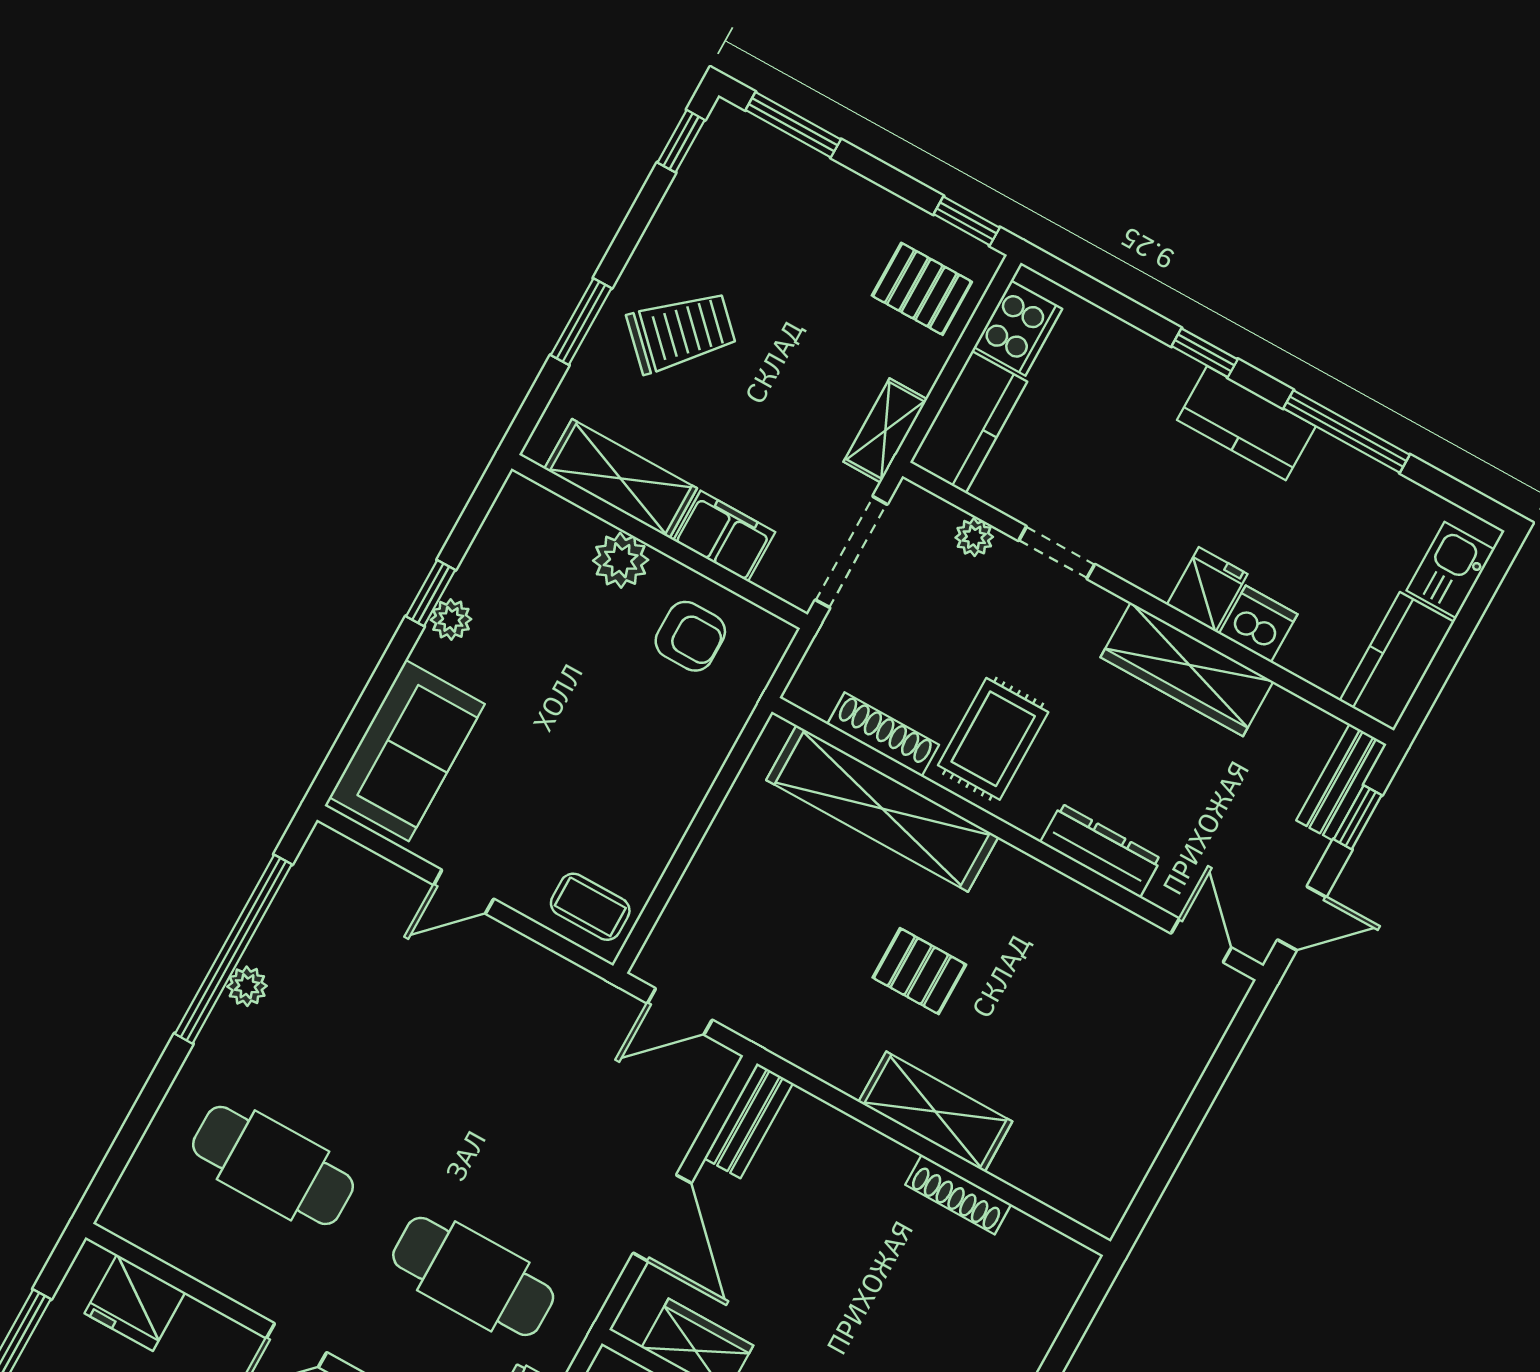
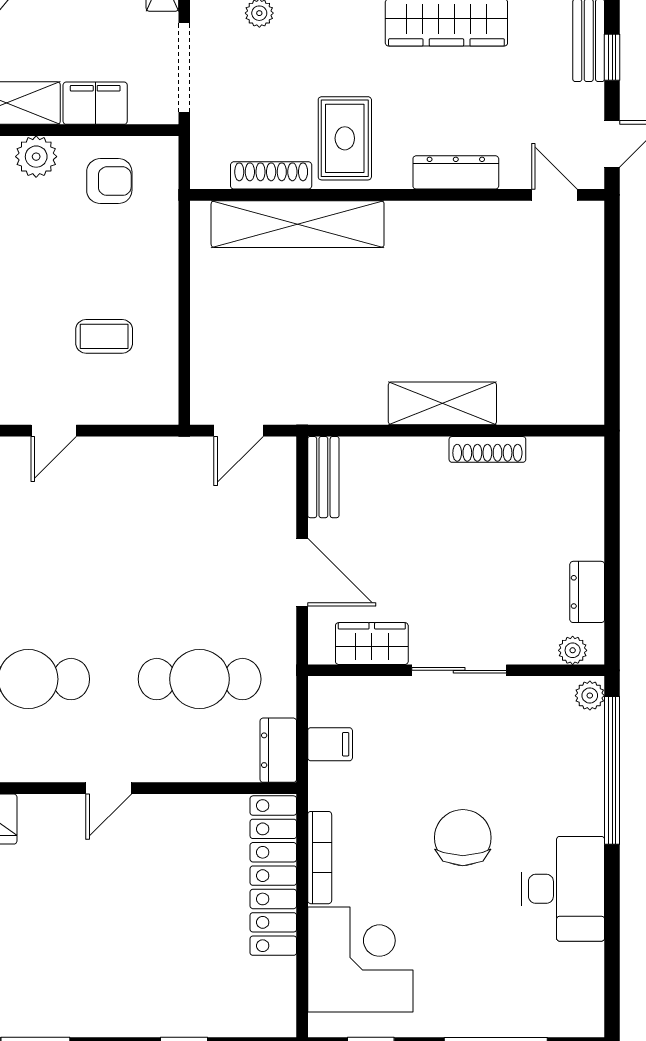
coffee table: (590, 907) -> (104, 336), moved
pallet: (919, 971) -> (381, 317), removed

